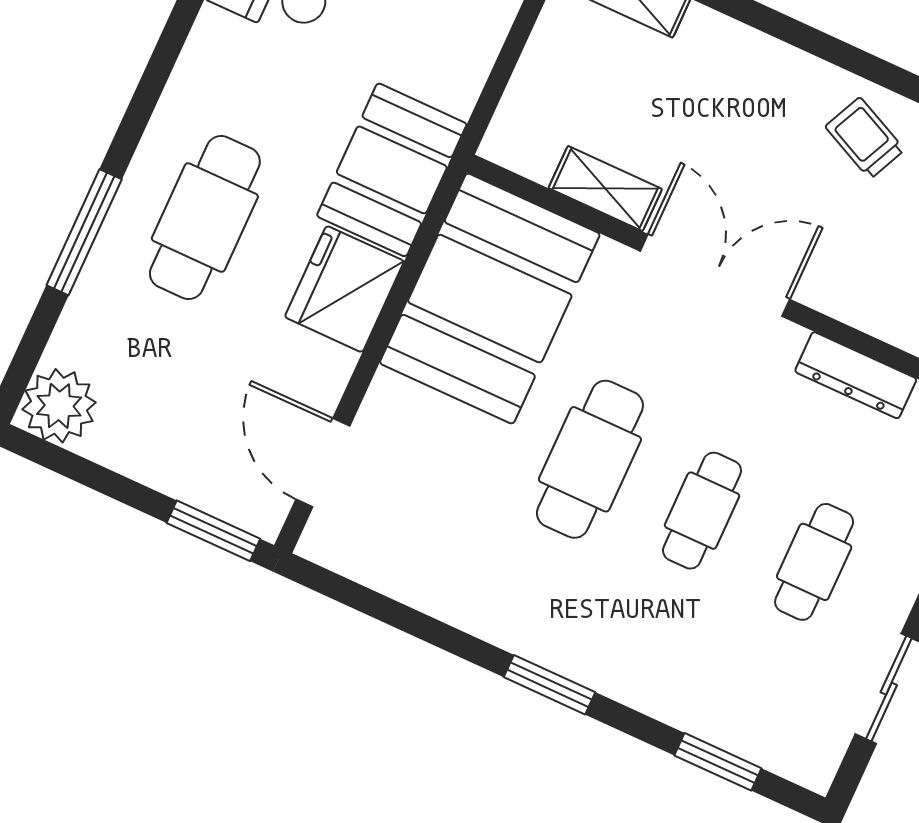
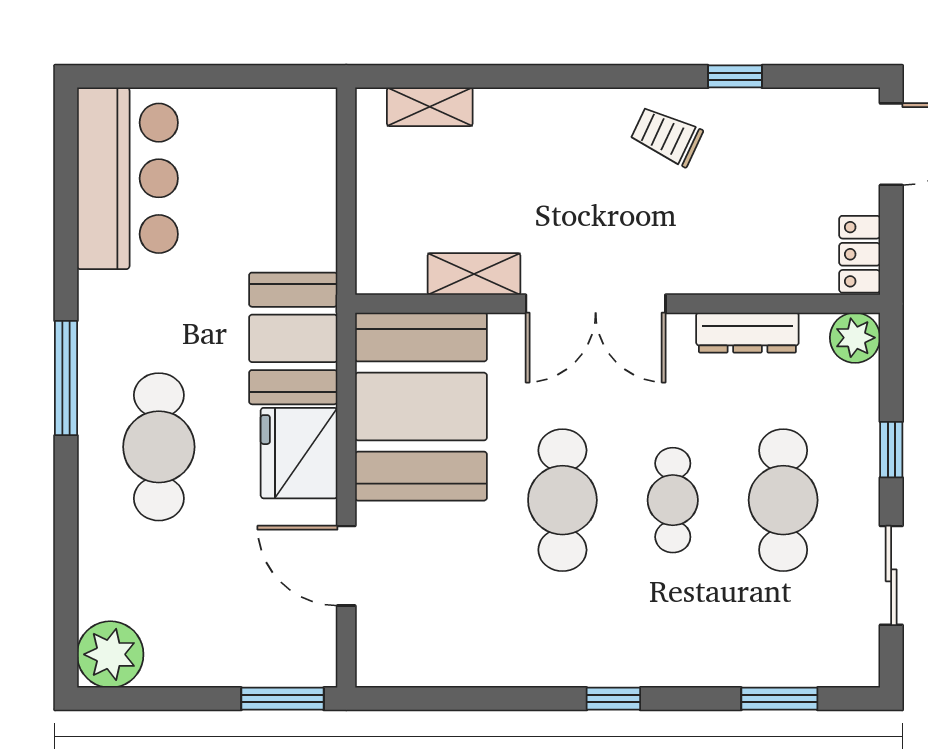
window: (84, 232) -> (66, 378), moved
double door: (715, 275) -> (596, 304), swing flipped
door: (323, 463) -> (346, 566), moved
cafe table: (814, 562) -> (783, 500), width x1.37, depth x1.35
window: (549, 685) -> (613, 699), width x0.67

